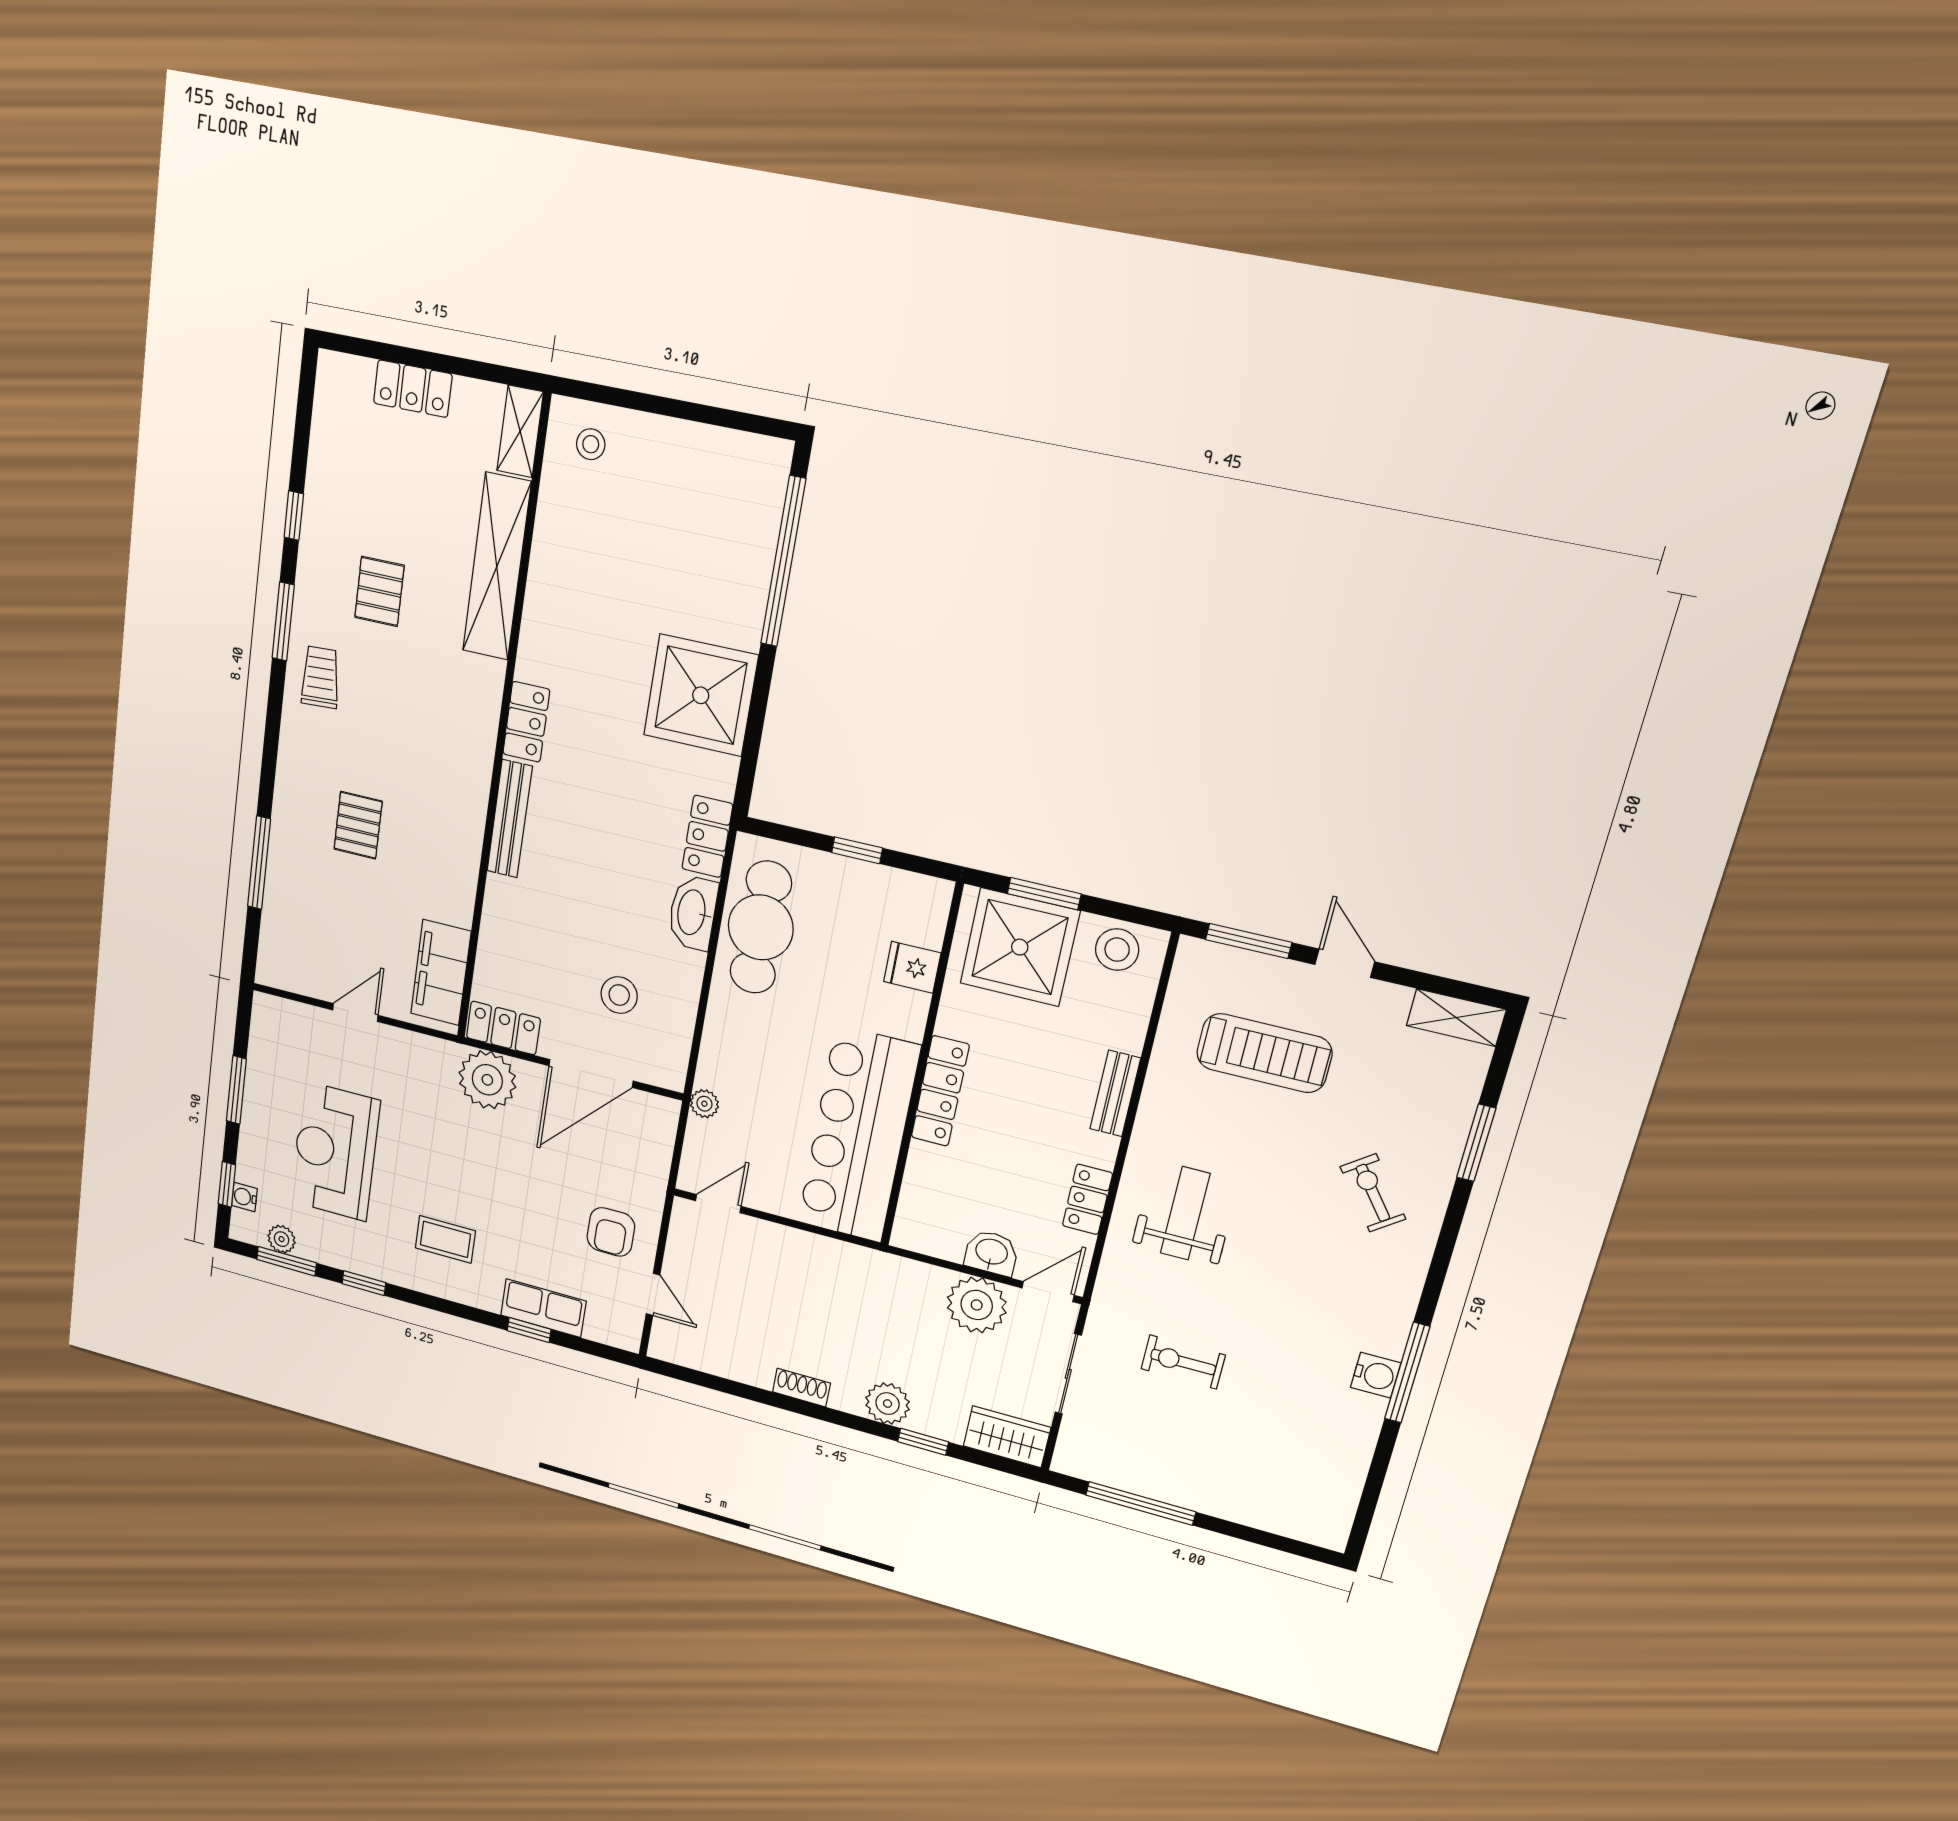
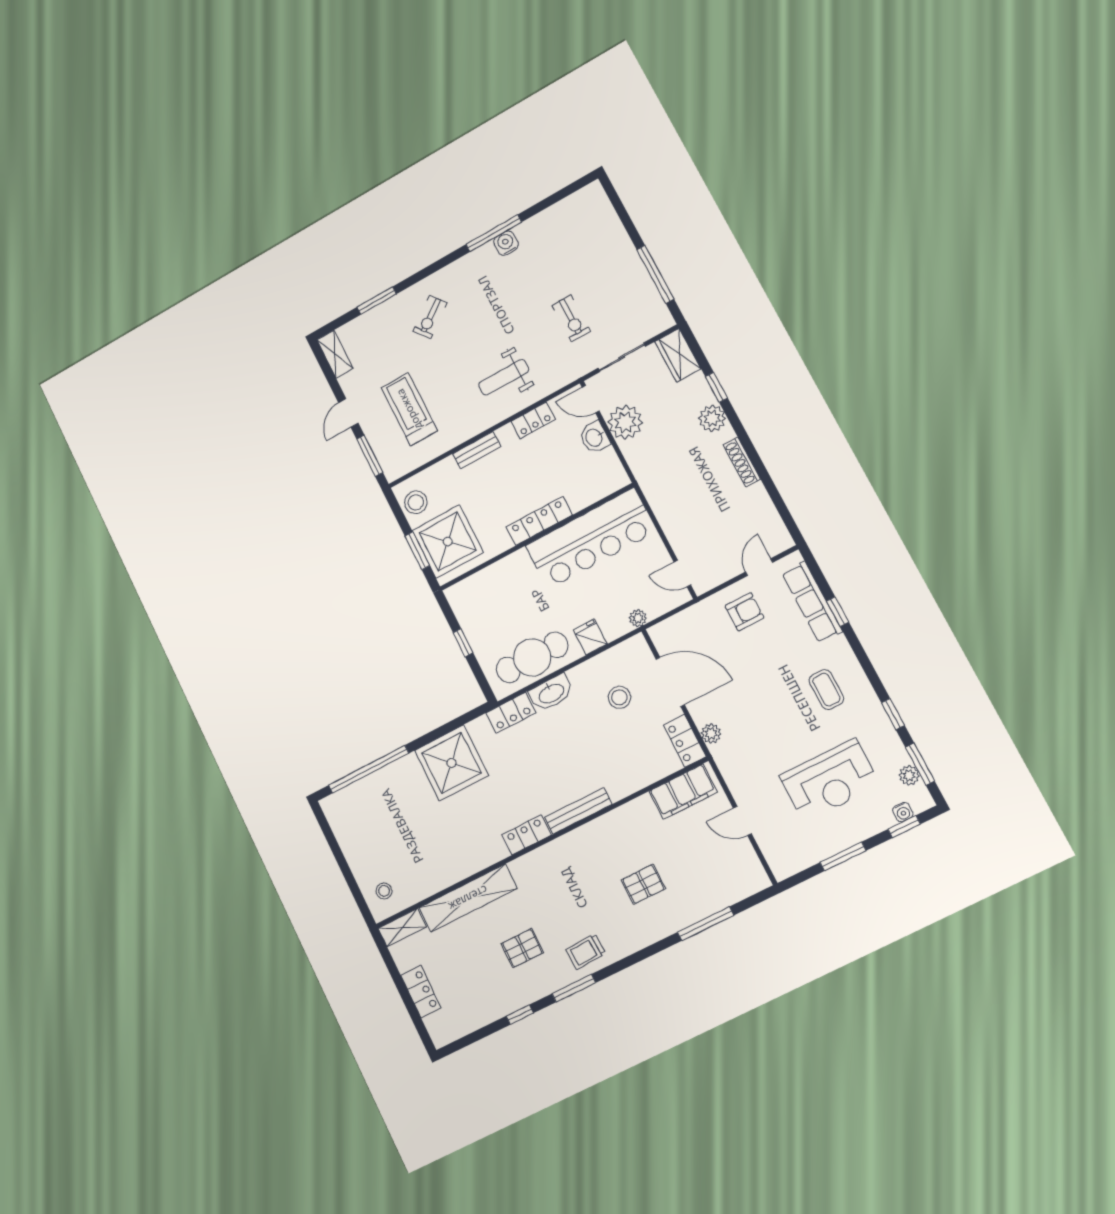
fridge: (912, 967) -> (590, 637), moved, turned 180
plant: (487, 1080) -> (711, 734), width x0.53, depth x0.53
row of seats: (543, 1308) -> (812, 602), width x1.48
shoe rack: (801, 1388) -> (742, 462), width x1.43

